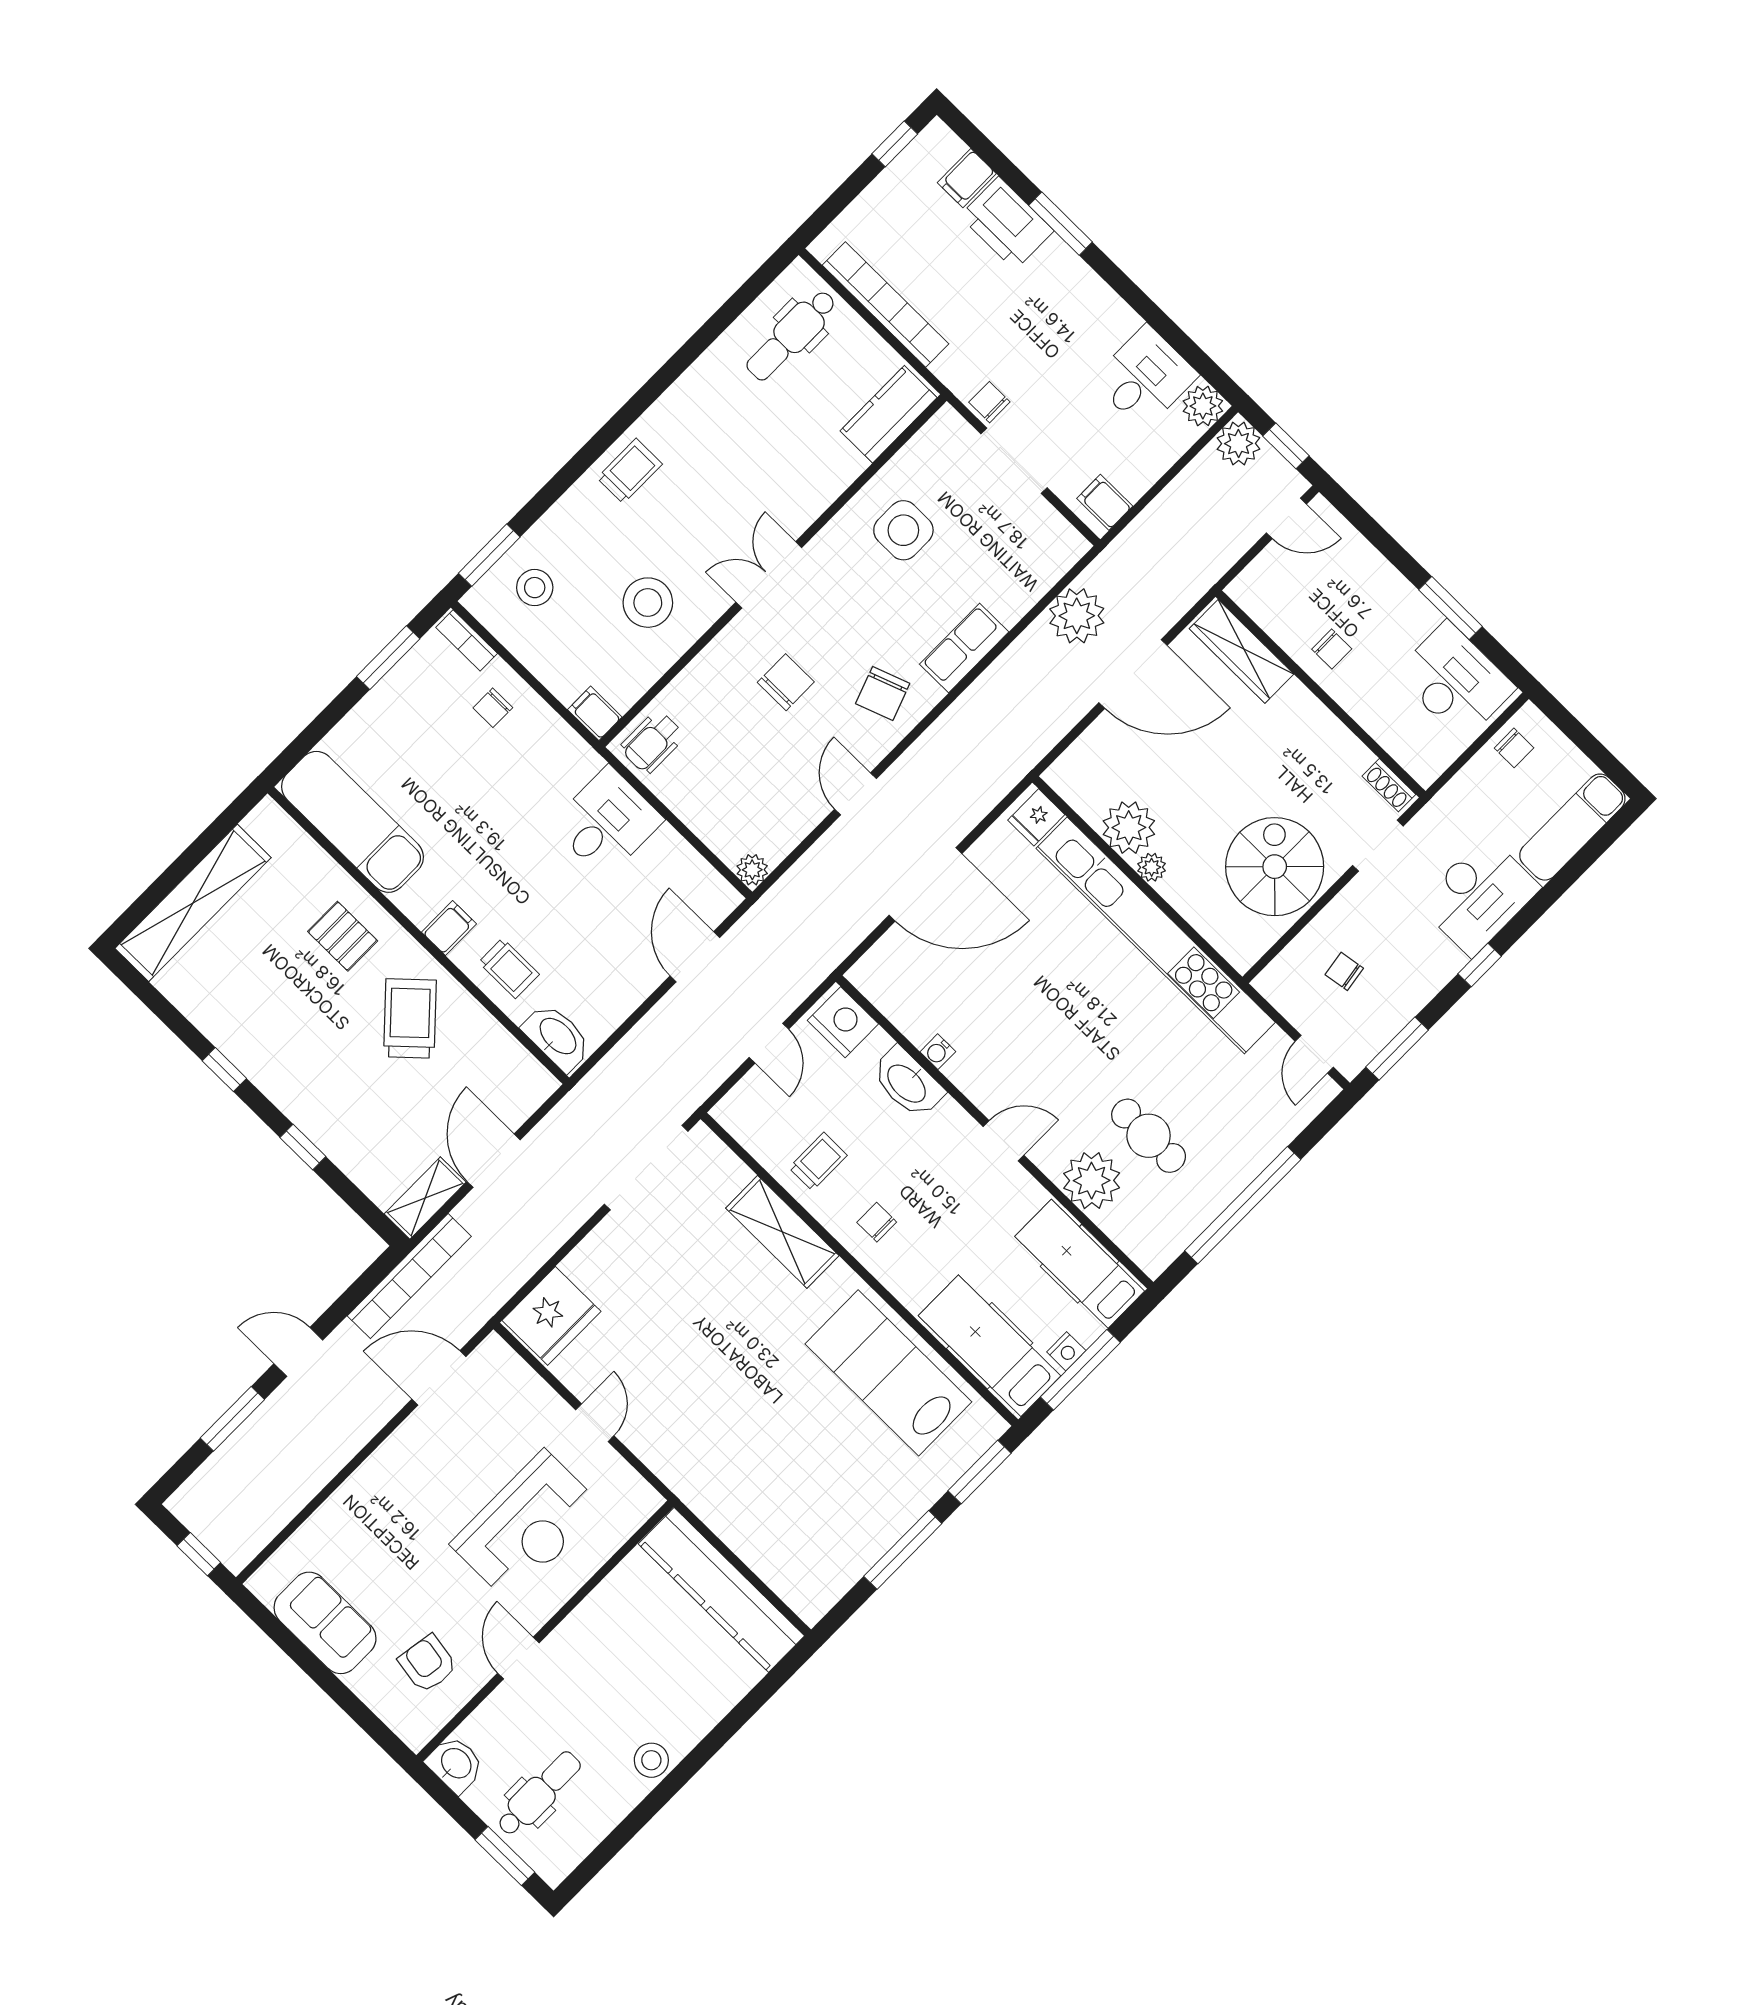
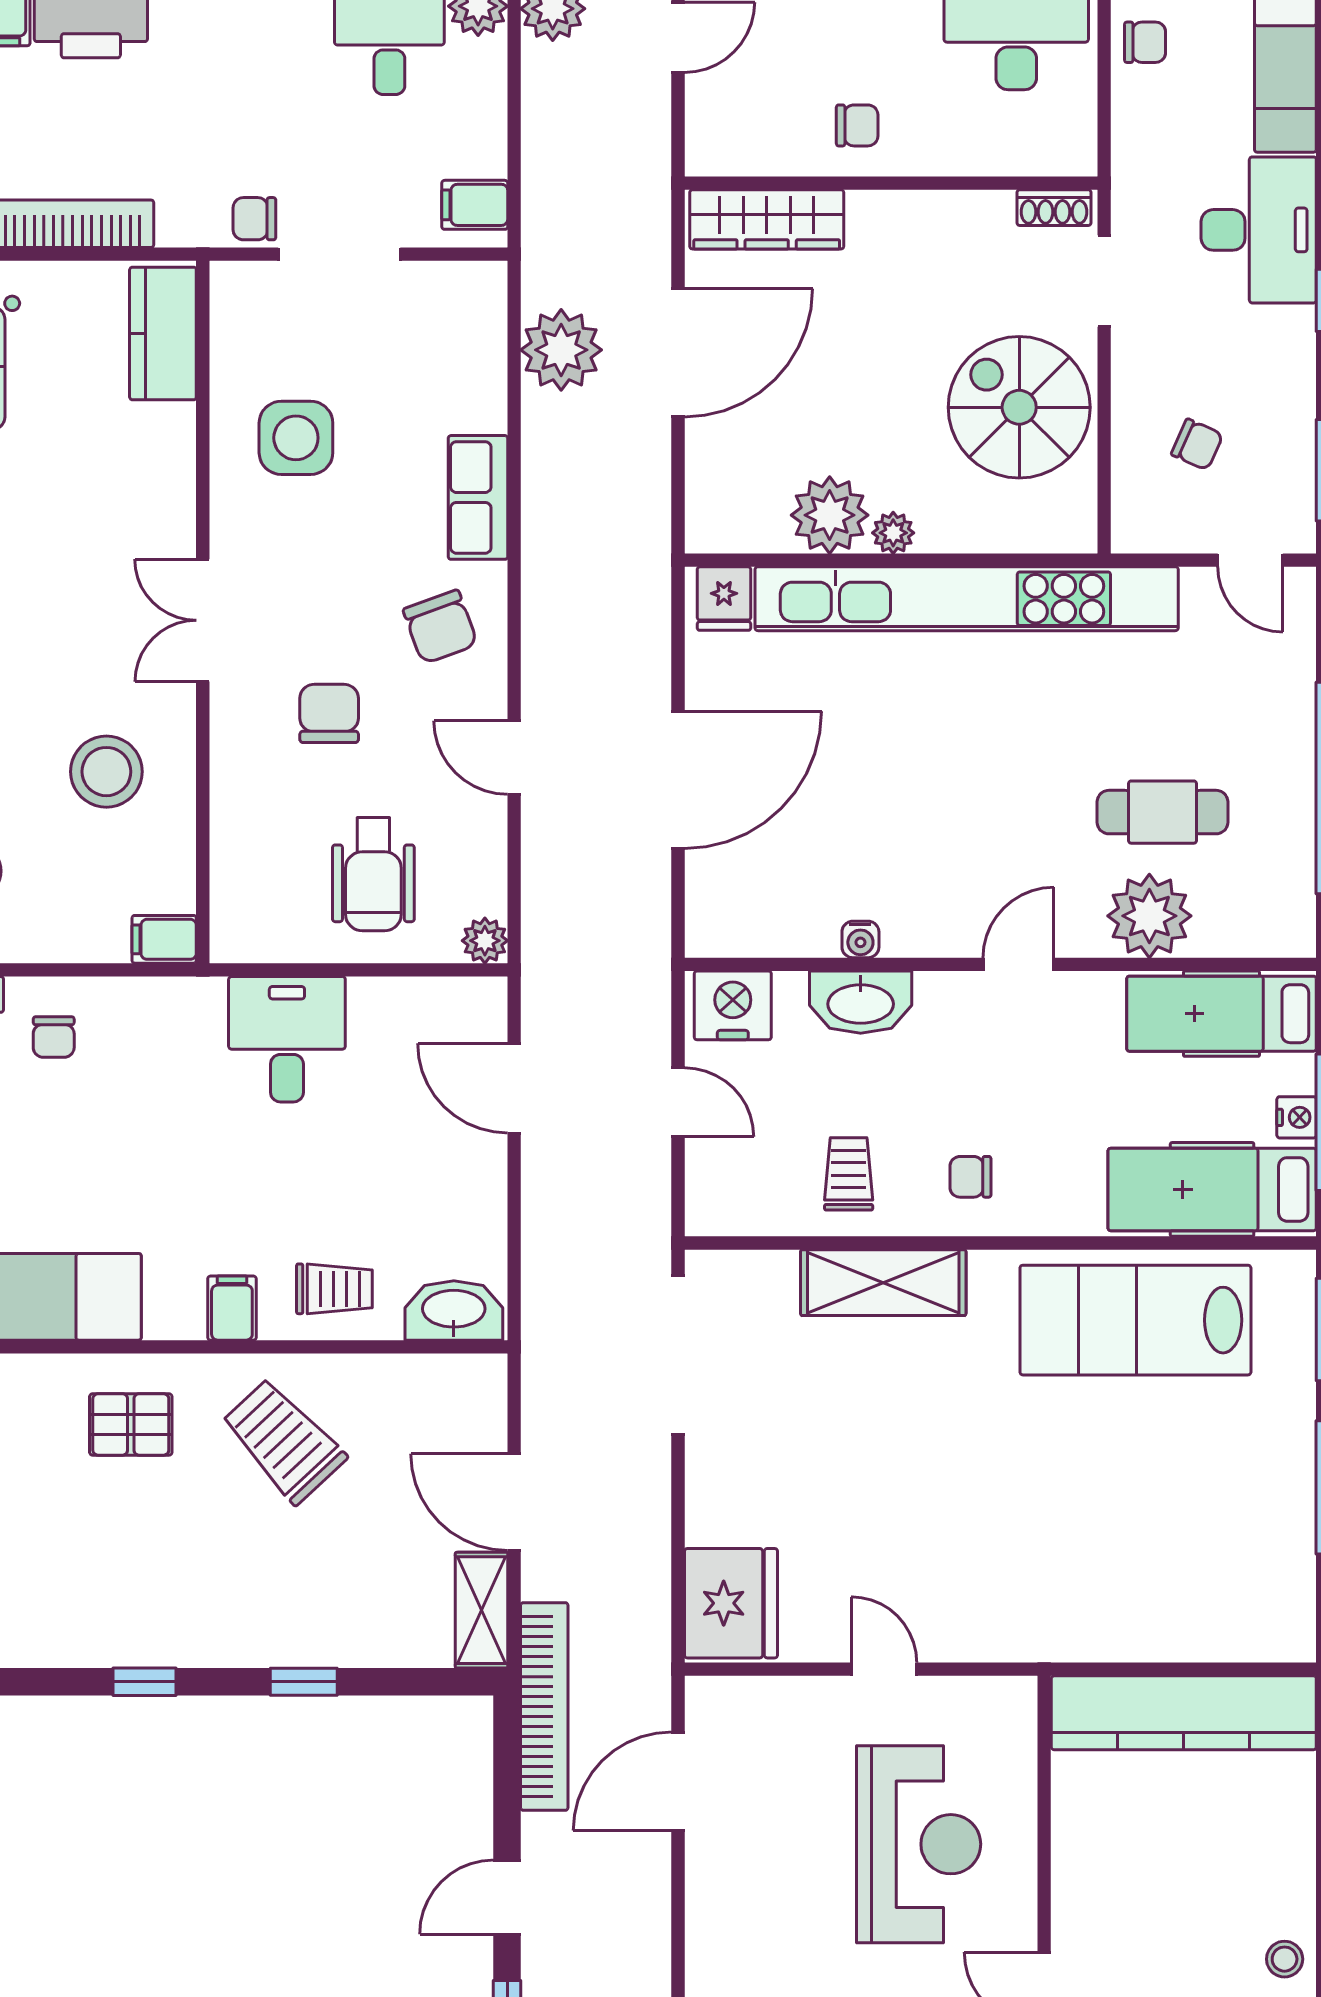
wheelchair: (652, 742) -> (373, 874), moved, width x1.36, depth x1.37
chair: (1344, 971) -> (1197, 444), turned -147
stool: (651, 1760) -> (1285, 1959), width x0.73, depth x0.73

